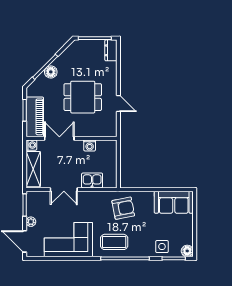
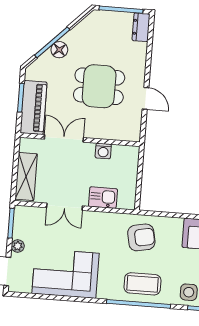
washing machine: (31, 145) -> (26, 145), removed
coffee table: (114, 242) -> (142, 284), moved

